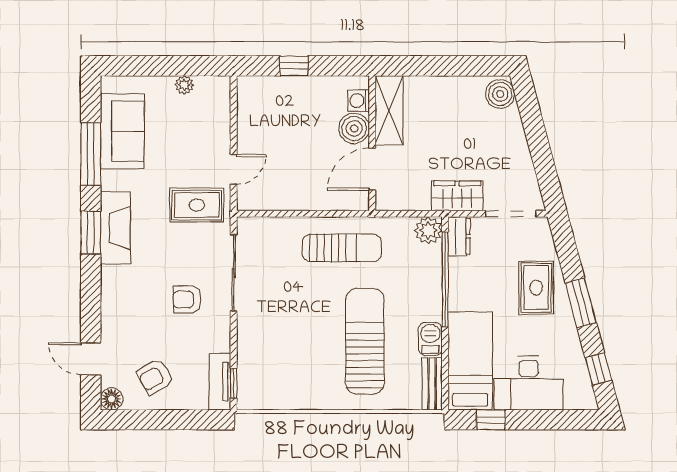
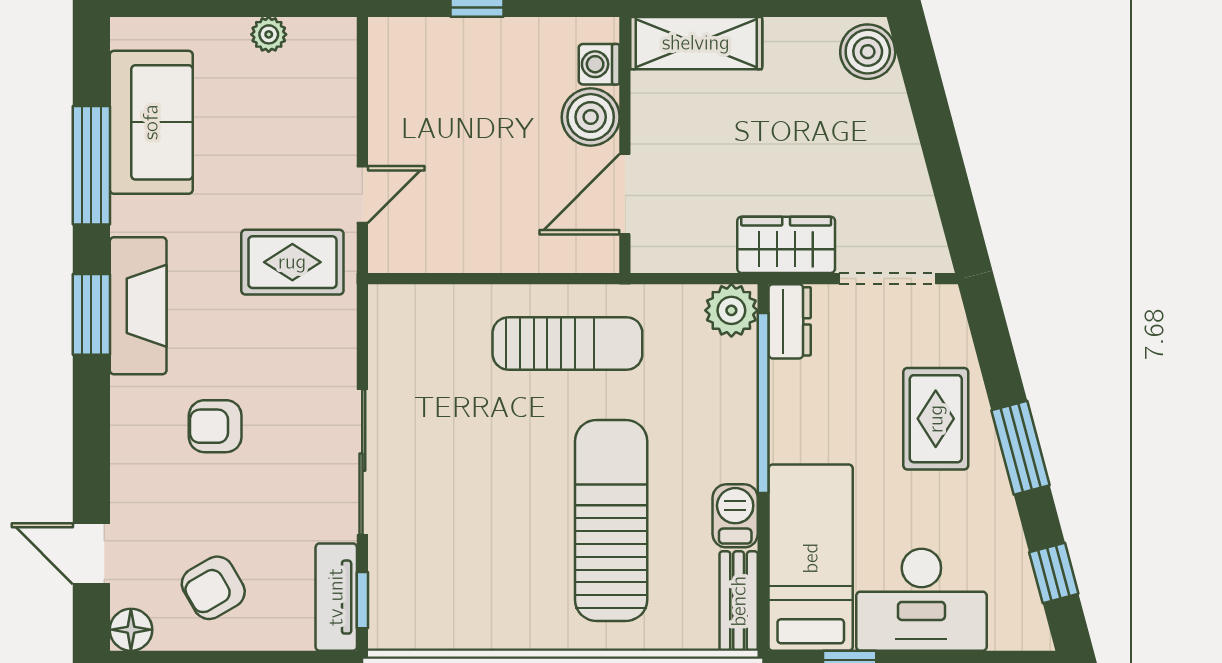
shelving: (389, 110) -> (696, 43), moved, turned 90
sliding door: (234, 273) -> (362, 462), moved
armchair: (187, 300) -> (215, 426), moved

